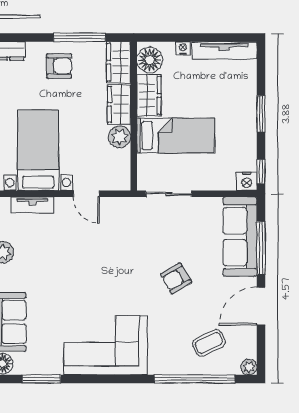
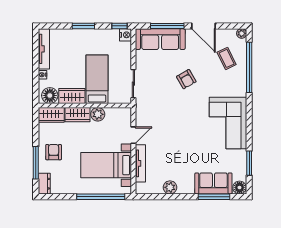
window: (80, 37) -> (36, 163), moved
tv unit: (32, 205) -> (140, 163), width x1.41

